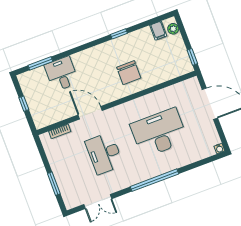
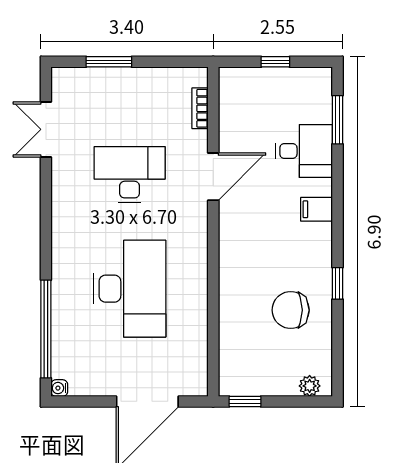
filing cabinet: (158, 31) -> (317, 209), moved
chair: (129, 73) -> (291, 310), moved
window: (154, 180) -> (46, 329), moved

